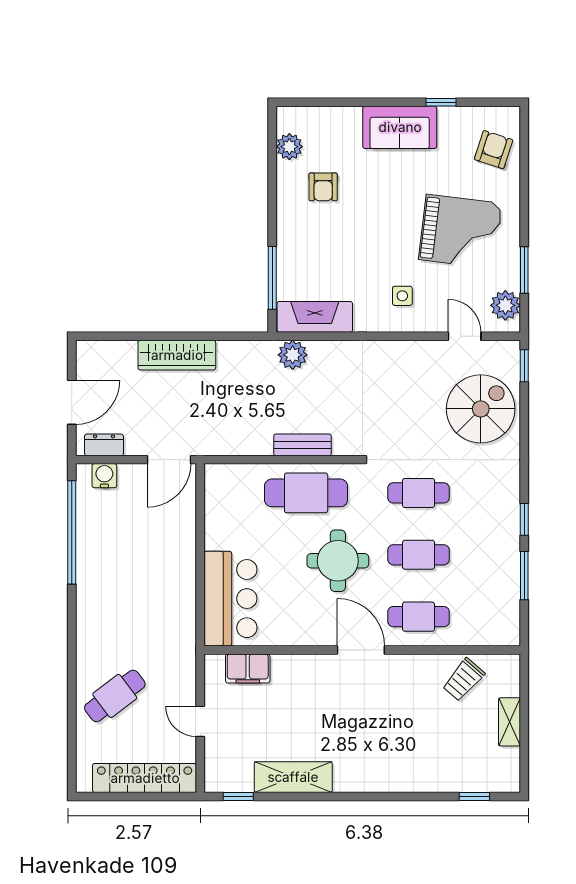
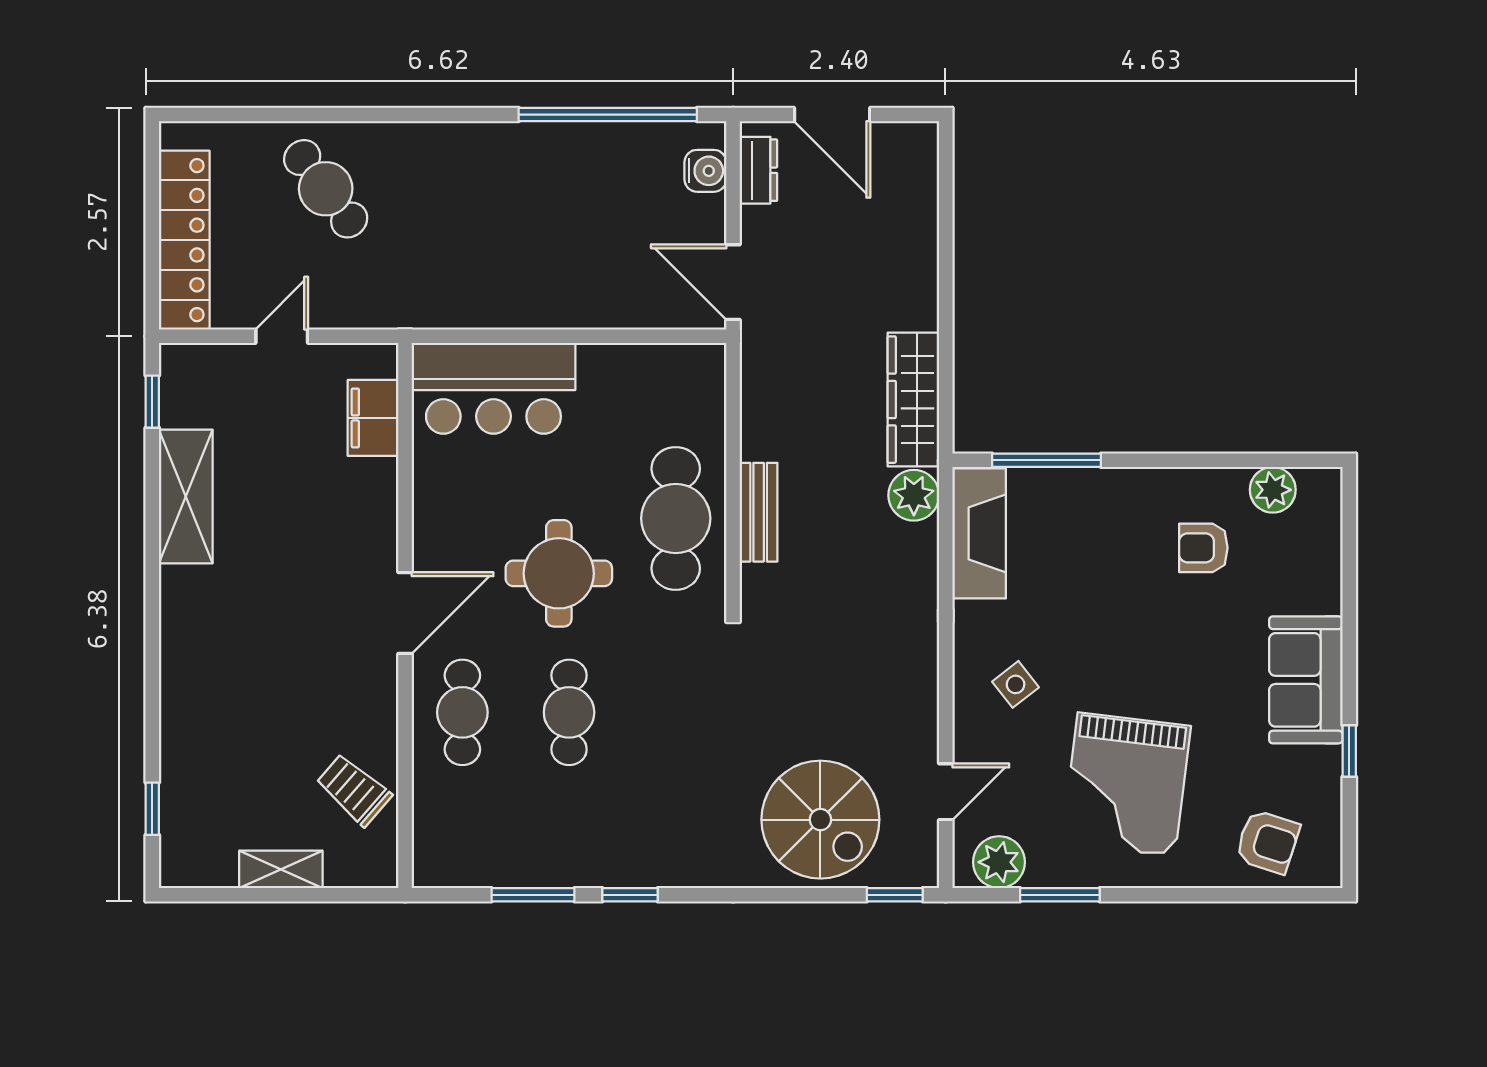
side table: (402, 296) -> (1016, 684), turned -38
wardrobe: (177, 355) -> (913, 400), moved
cafe table: (419, 493) -> (676, 712), removed

